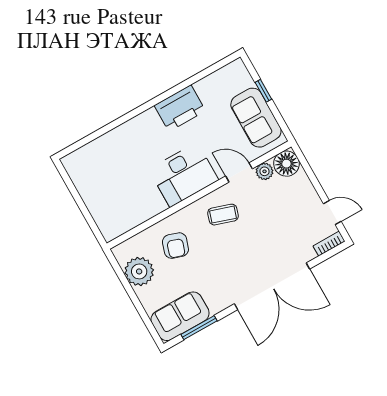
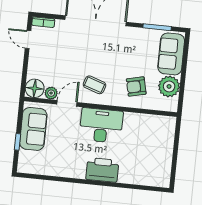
printer: (180, 108) -> (102, 170), moved
door: (239, 172) -> (67, 103), swing flipped
armchair: (175, 246) -> (136, 86), turned -121
sofa: (180, 316) -> (171, 54), moved, turned 90

